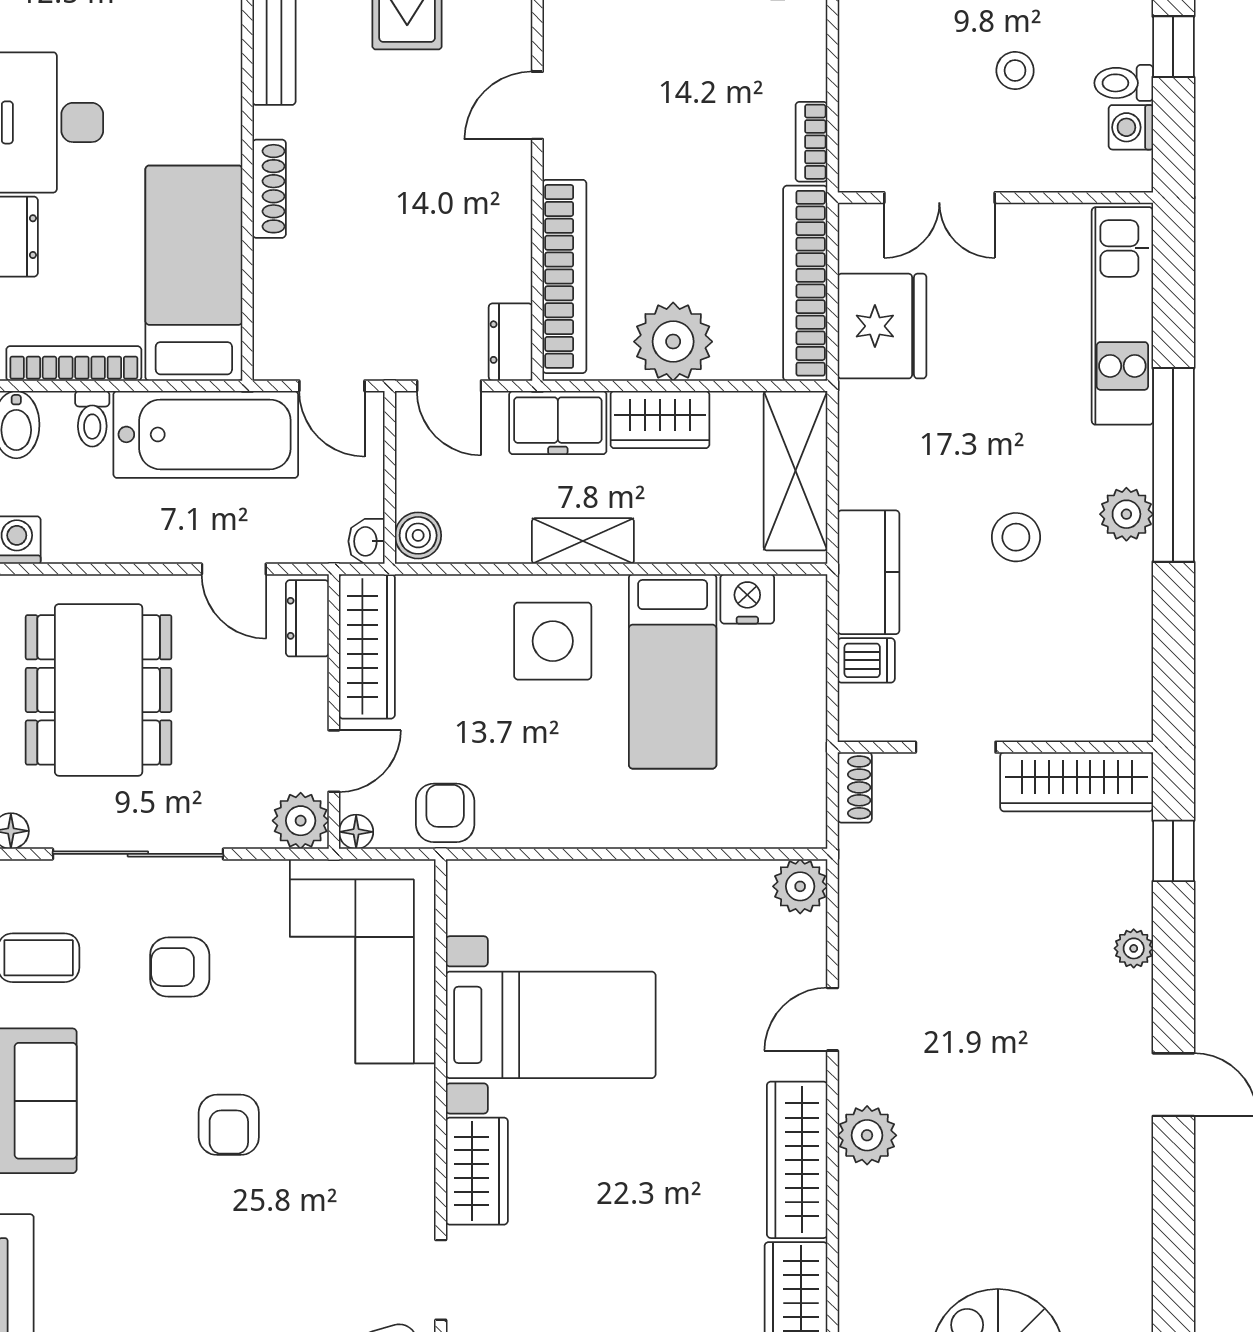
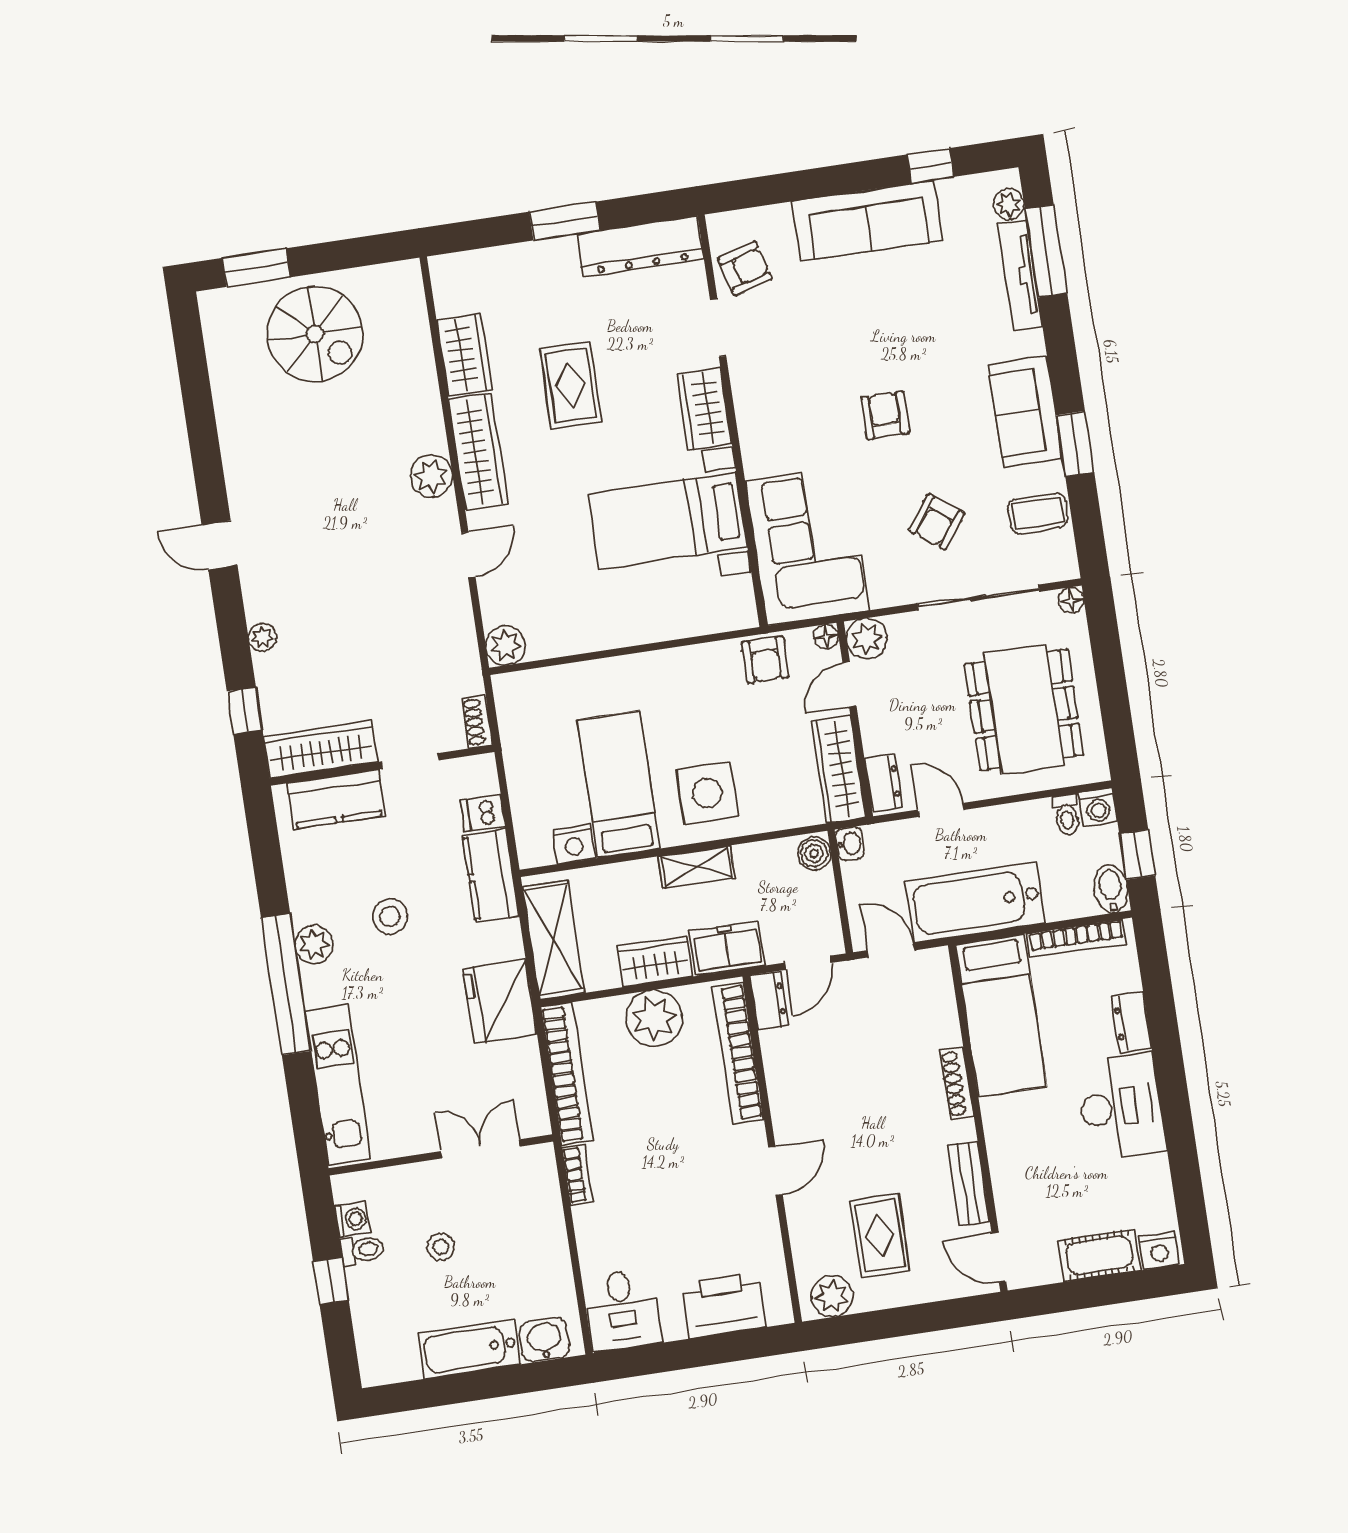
fridge: (882, 326) -> (500, 1001), moved
door: (449, 386) -> (808, 963), swing flipped
toilet: (92, 419) -> (1067, 815), moved, turned 180
kitchen counter: (1066, 710) -> (336, 799), added
armchair: (180, 967) -> (937, 522), turned 127
rug: (656, 1232) -> (571, 385), added

